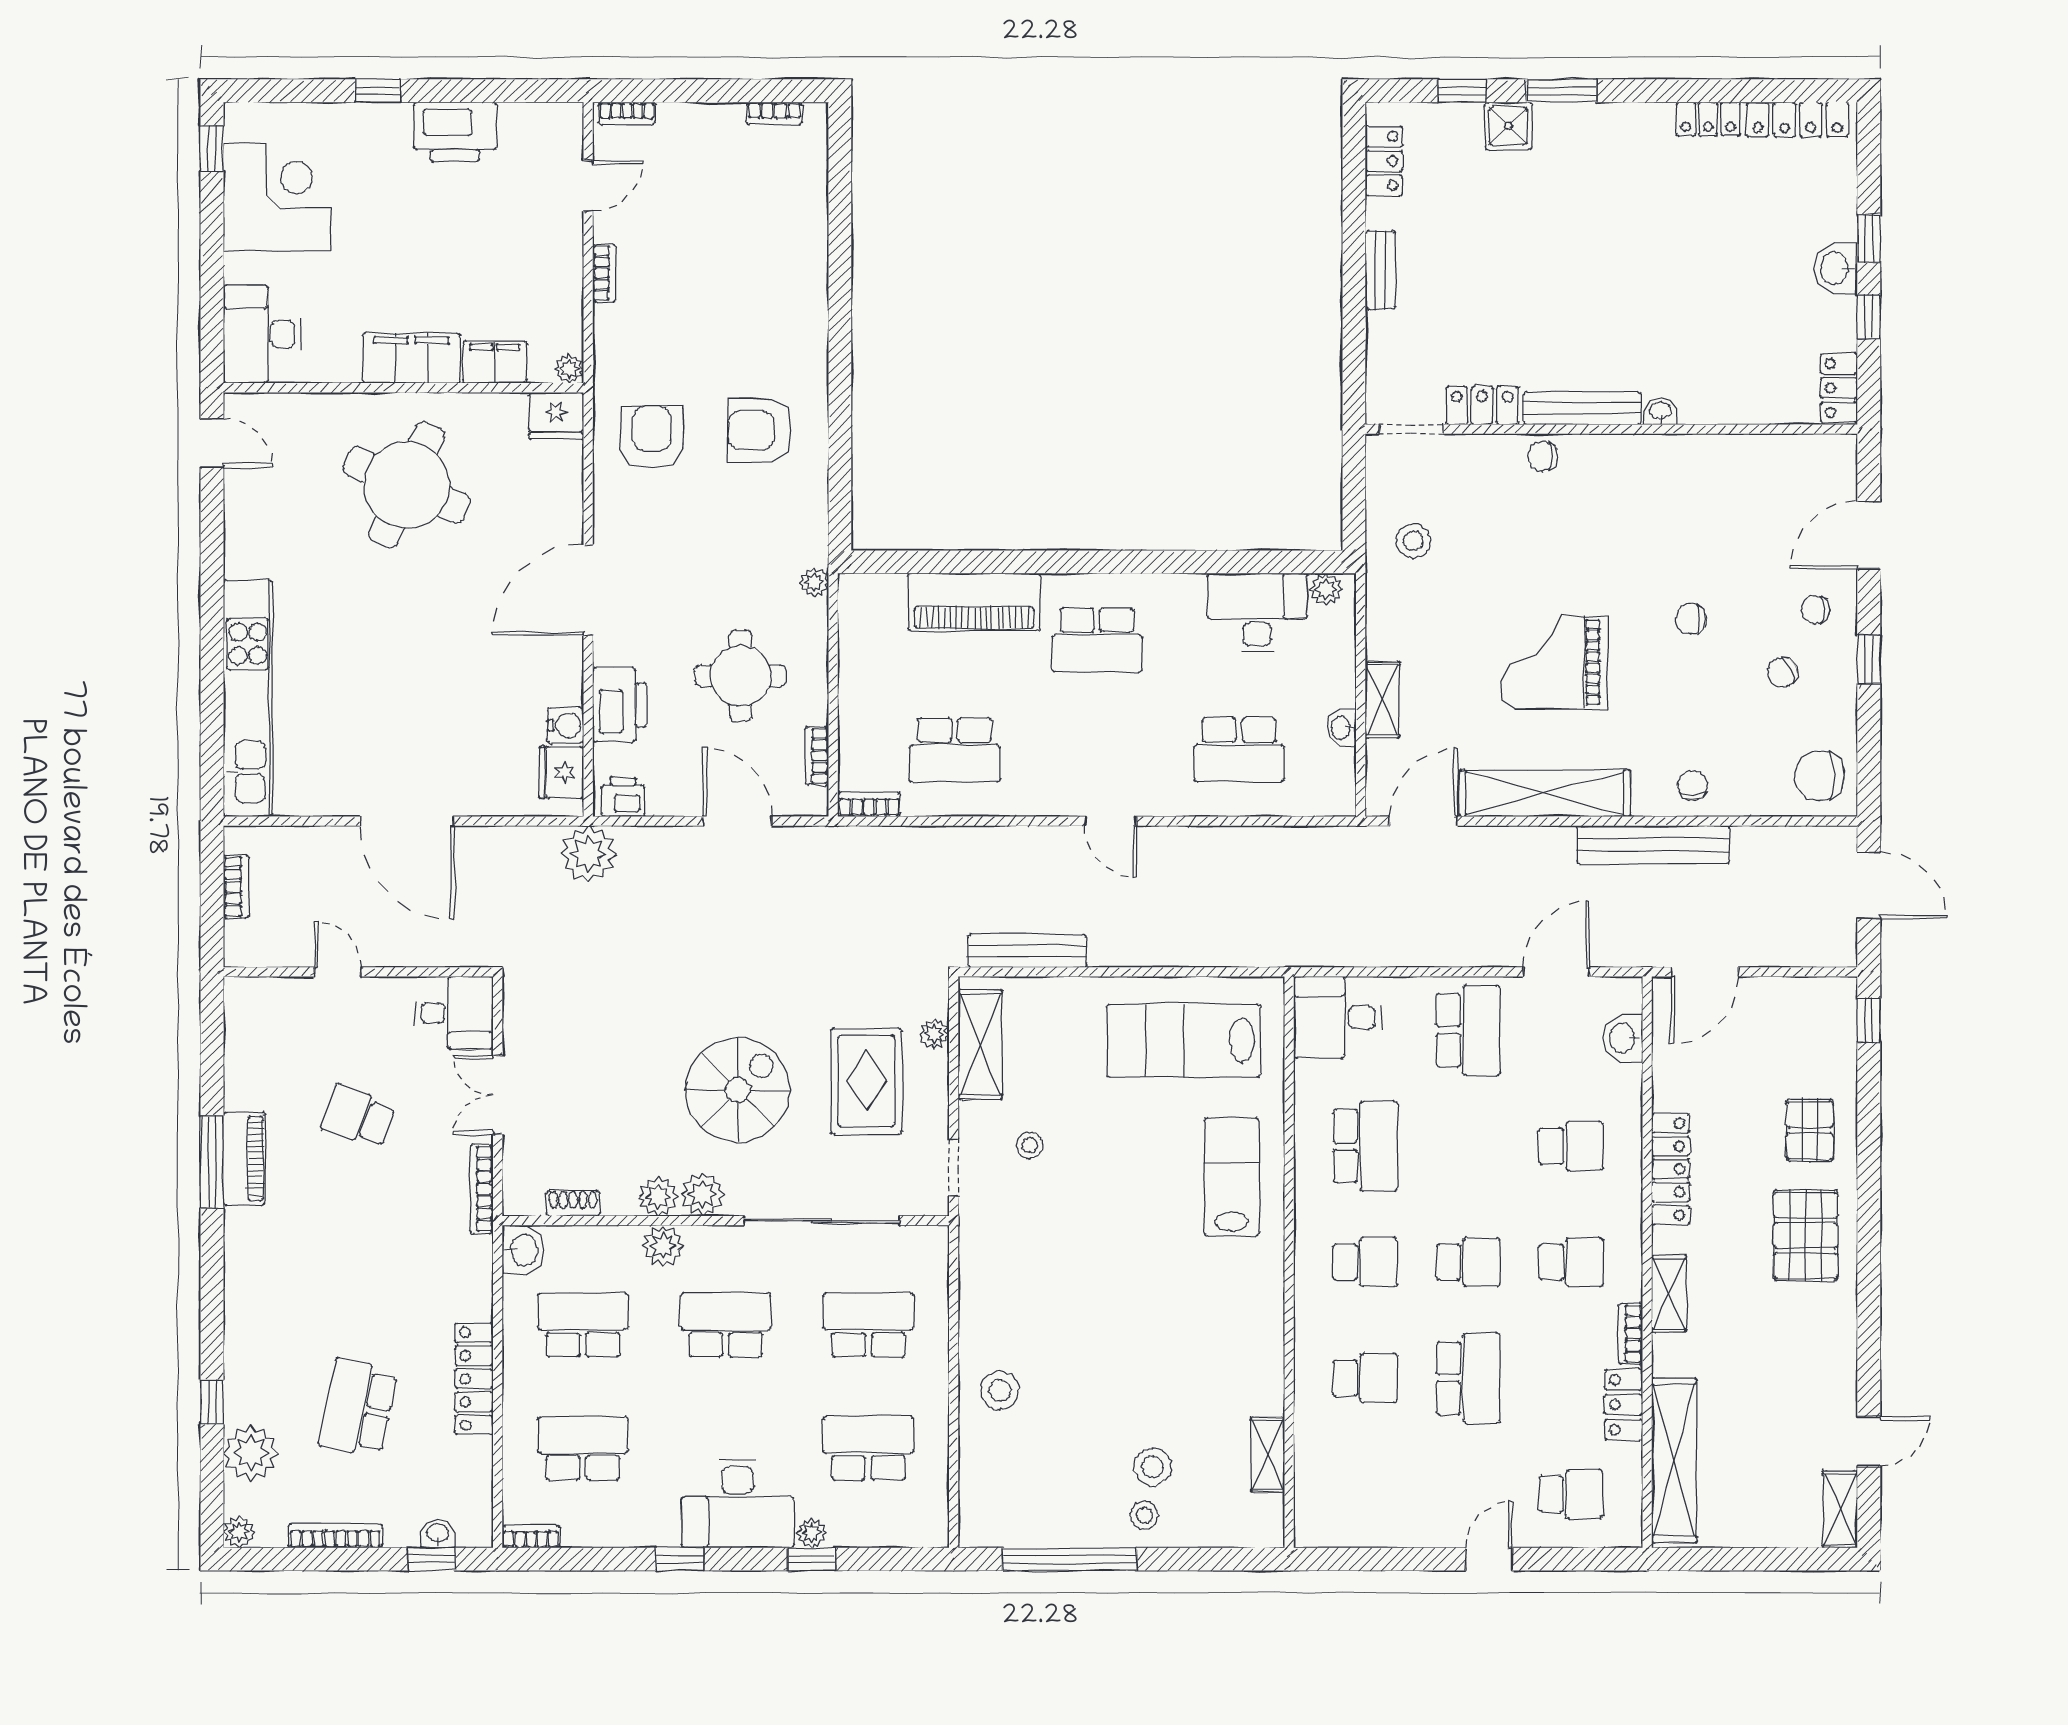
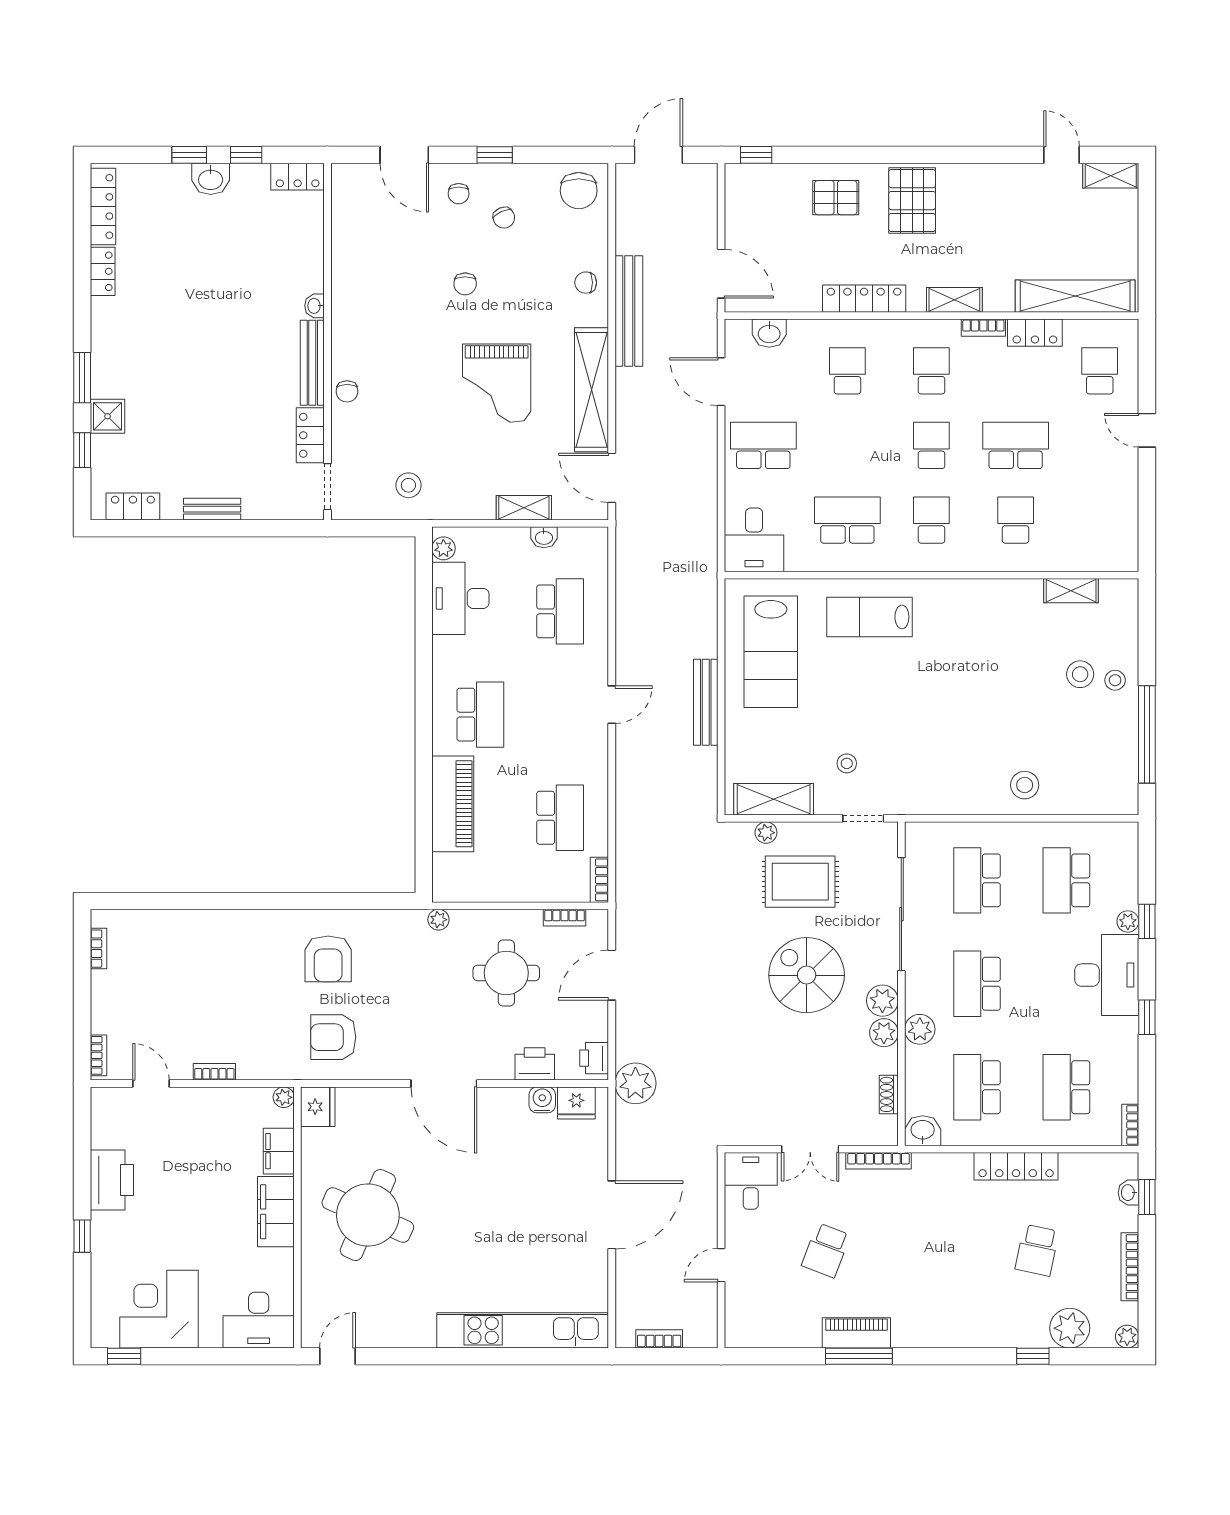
printer: (619, 705) -> (535, 1064), width x0.73, depth x0.84
bench: (1027, 951) -> (706, 702), moved
pallet: (1806, 1235) -> (912, 201), turned 90
school desk: (358, 1408) -> (1037, 1250), width x0.54

